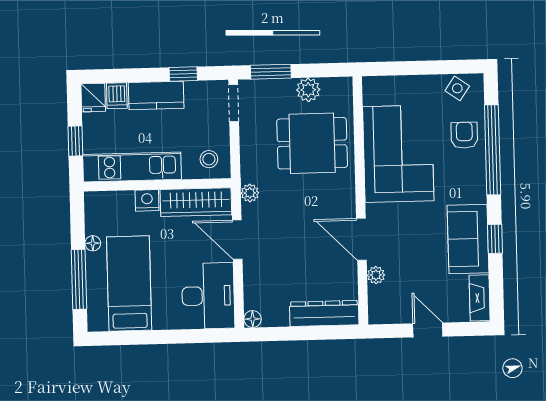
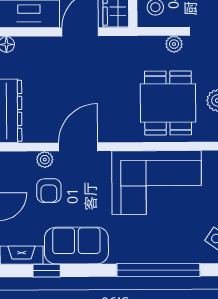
armchair: (464, 135) -> (49, 191), moved, turned 90
plant: (250, 193) -> (174, 44), moved
window: (495, 239) -> (47, 271), moved

